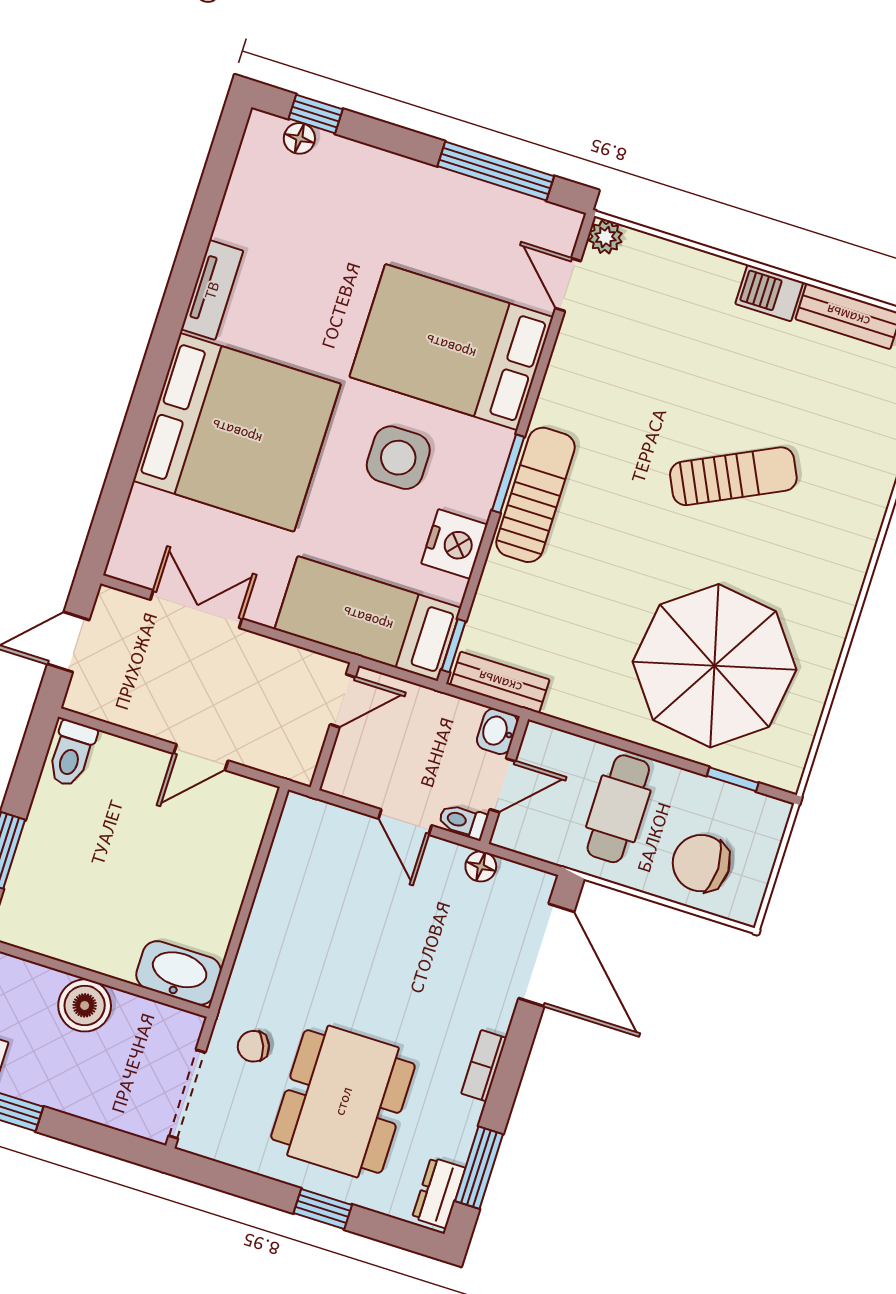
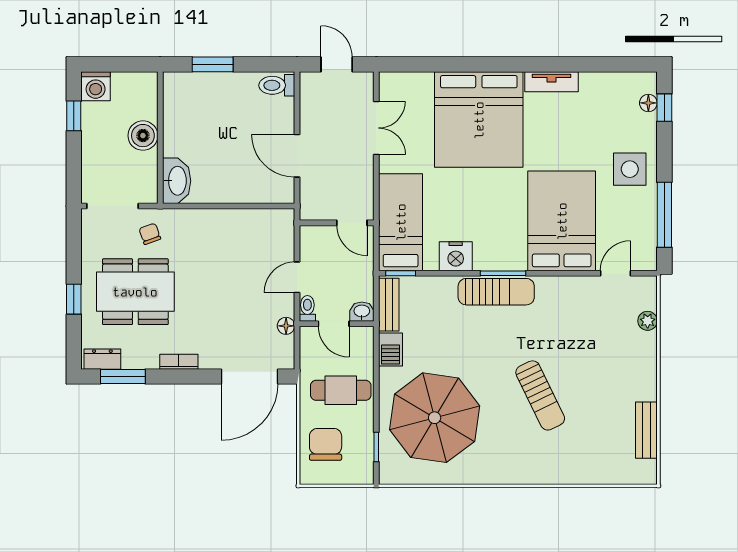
plant: (605, 237) -> (648, 321), moved
barbecue: (769, 293) -> (390, 350), moved, turned 180
side table: (398, 458) -> (630, 169), moved
door: (201, 757) -> (297, 156), width x1.38

